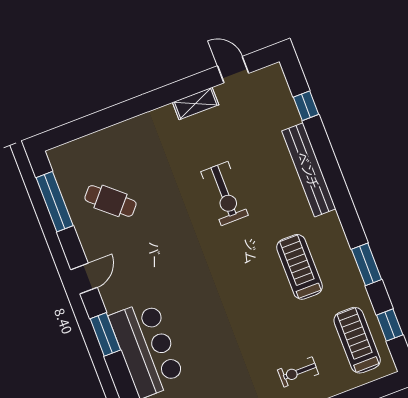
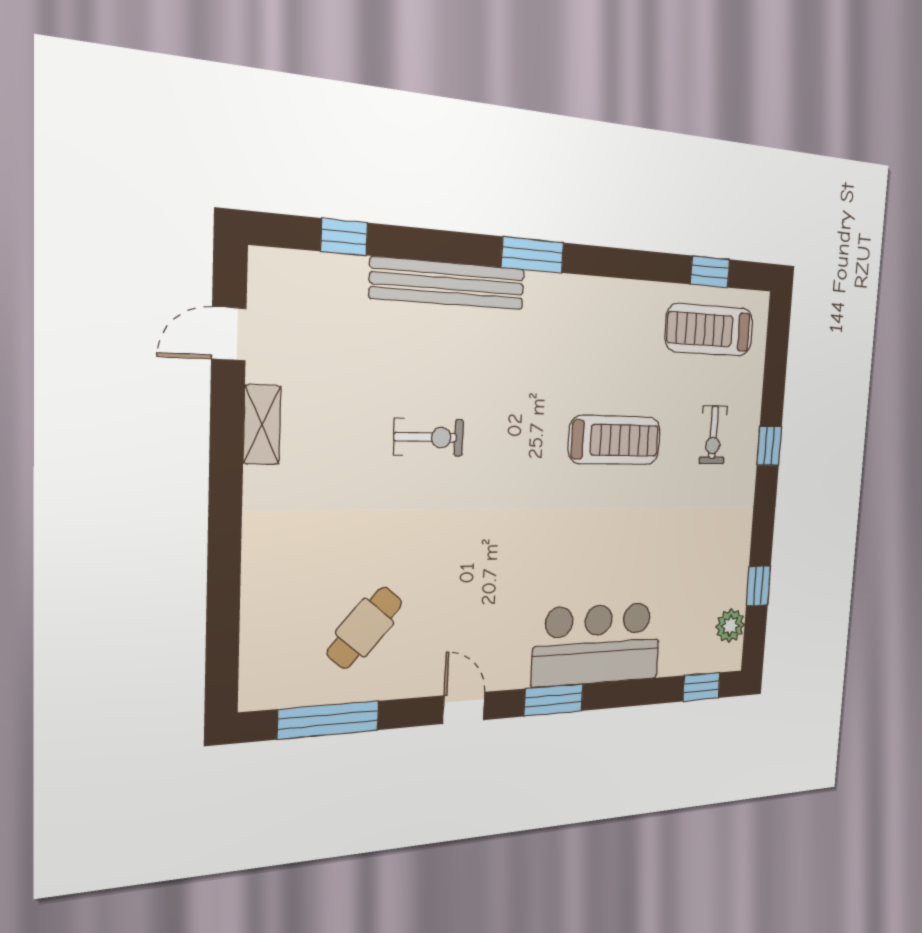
exercise bike: (225, 194) -> (429, 437), width x0.73, depth x0.72
window: (367, 264) -> (533, 255), moved
treadmill: (299, 267) -> (615, 440), moved, turned 180

